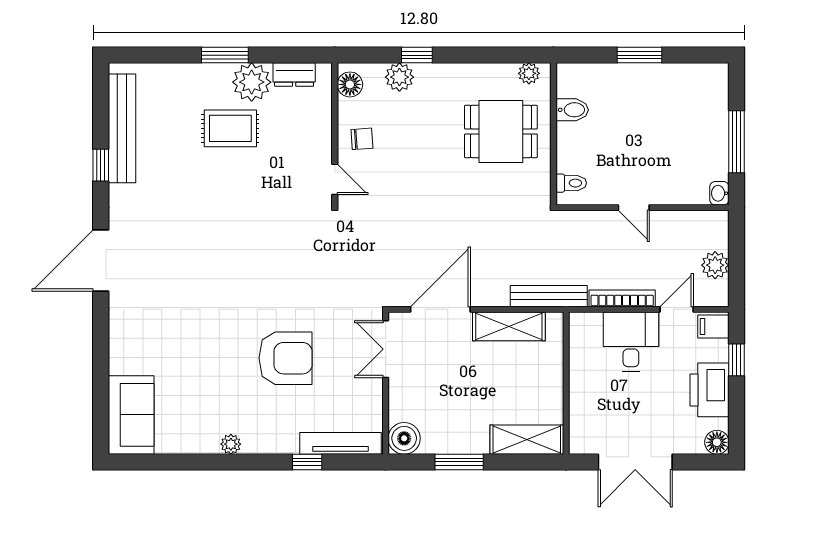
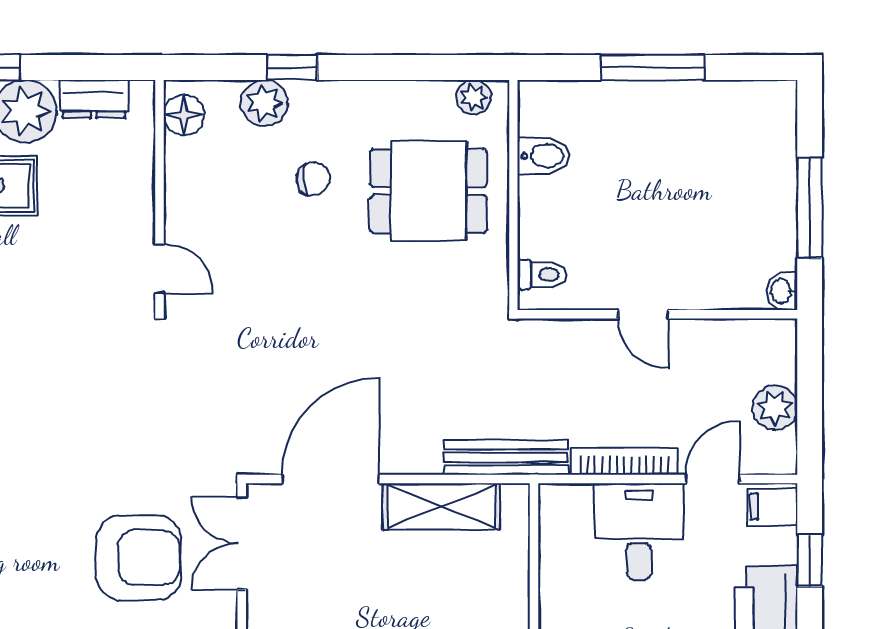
window: (639, 55) -> (653, 67), width x1.44
chair: (362, 139) -> (313, 179), moved
armchair: (286, 358) -> (138, 558), moved

